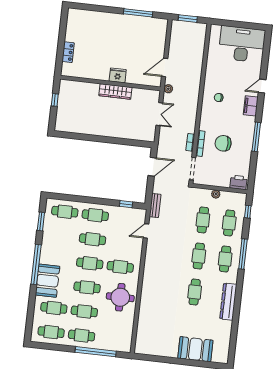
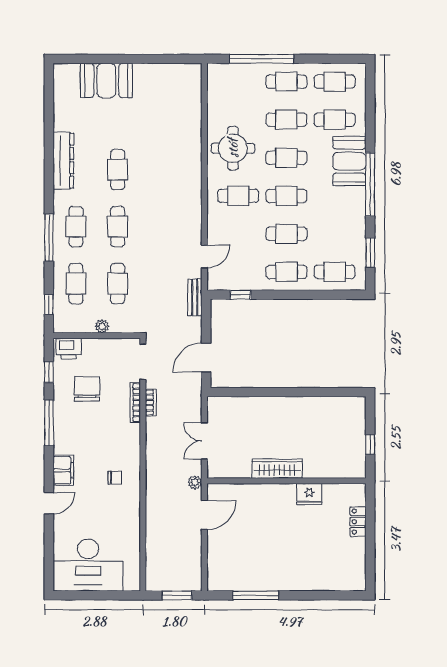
fridge: (118, 75) -> (309, 494), moved
chair: (223, 143) -> (87, 389), moved, turned -90
window: (253, 169) -> (49, 372), added

